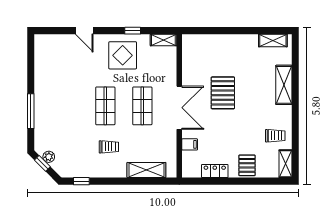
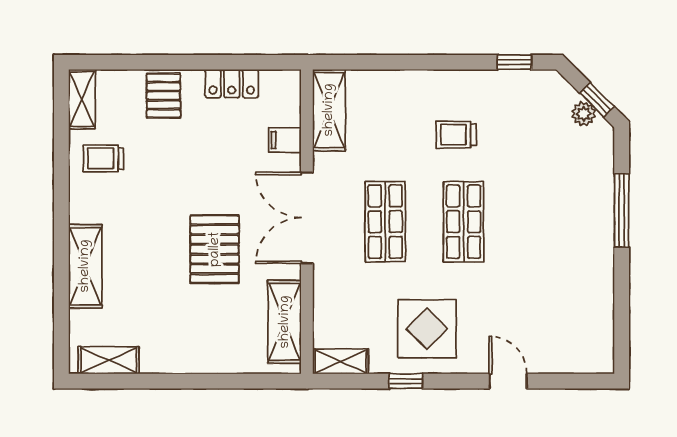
shelving: (190, 59) -> (285, 322), added
shelving: (146, 170) -> (329, 110), moved, turned 90

